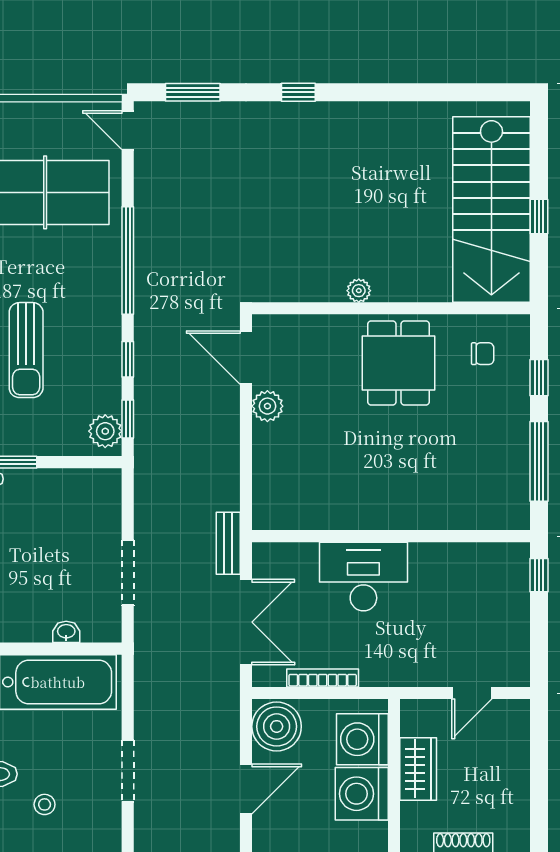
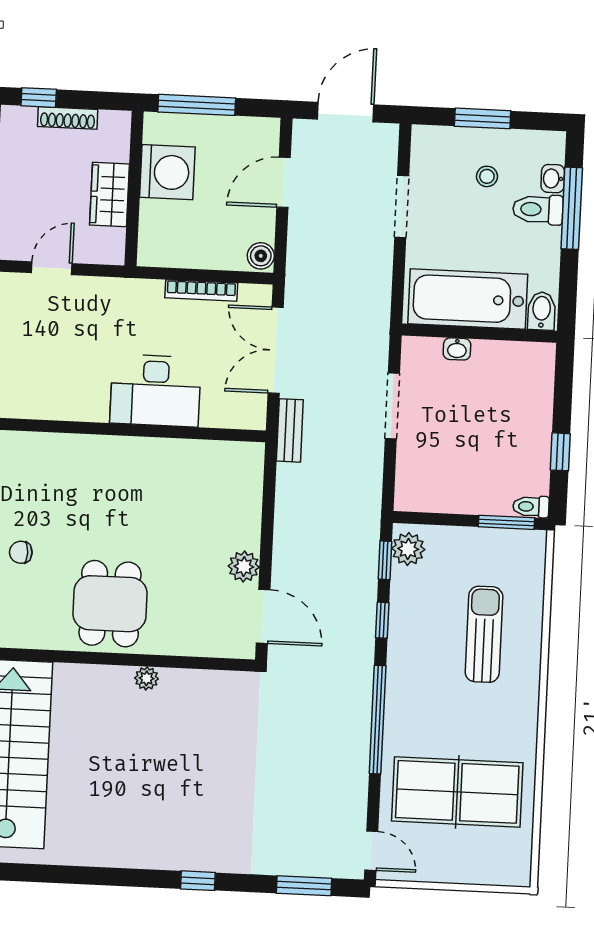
chair: (483, 354) -> (21, 552), moved
boiler: (277, 726) -> (261, 256), width x0.54, depth x0.54
washing machine: (362, 739) -> (164, 227), removed

